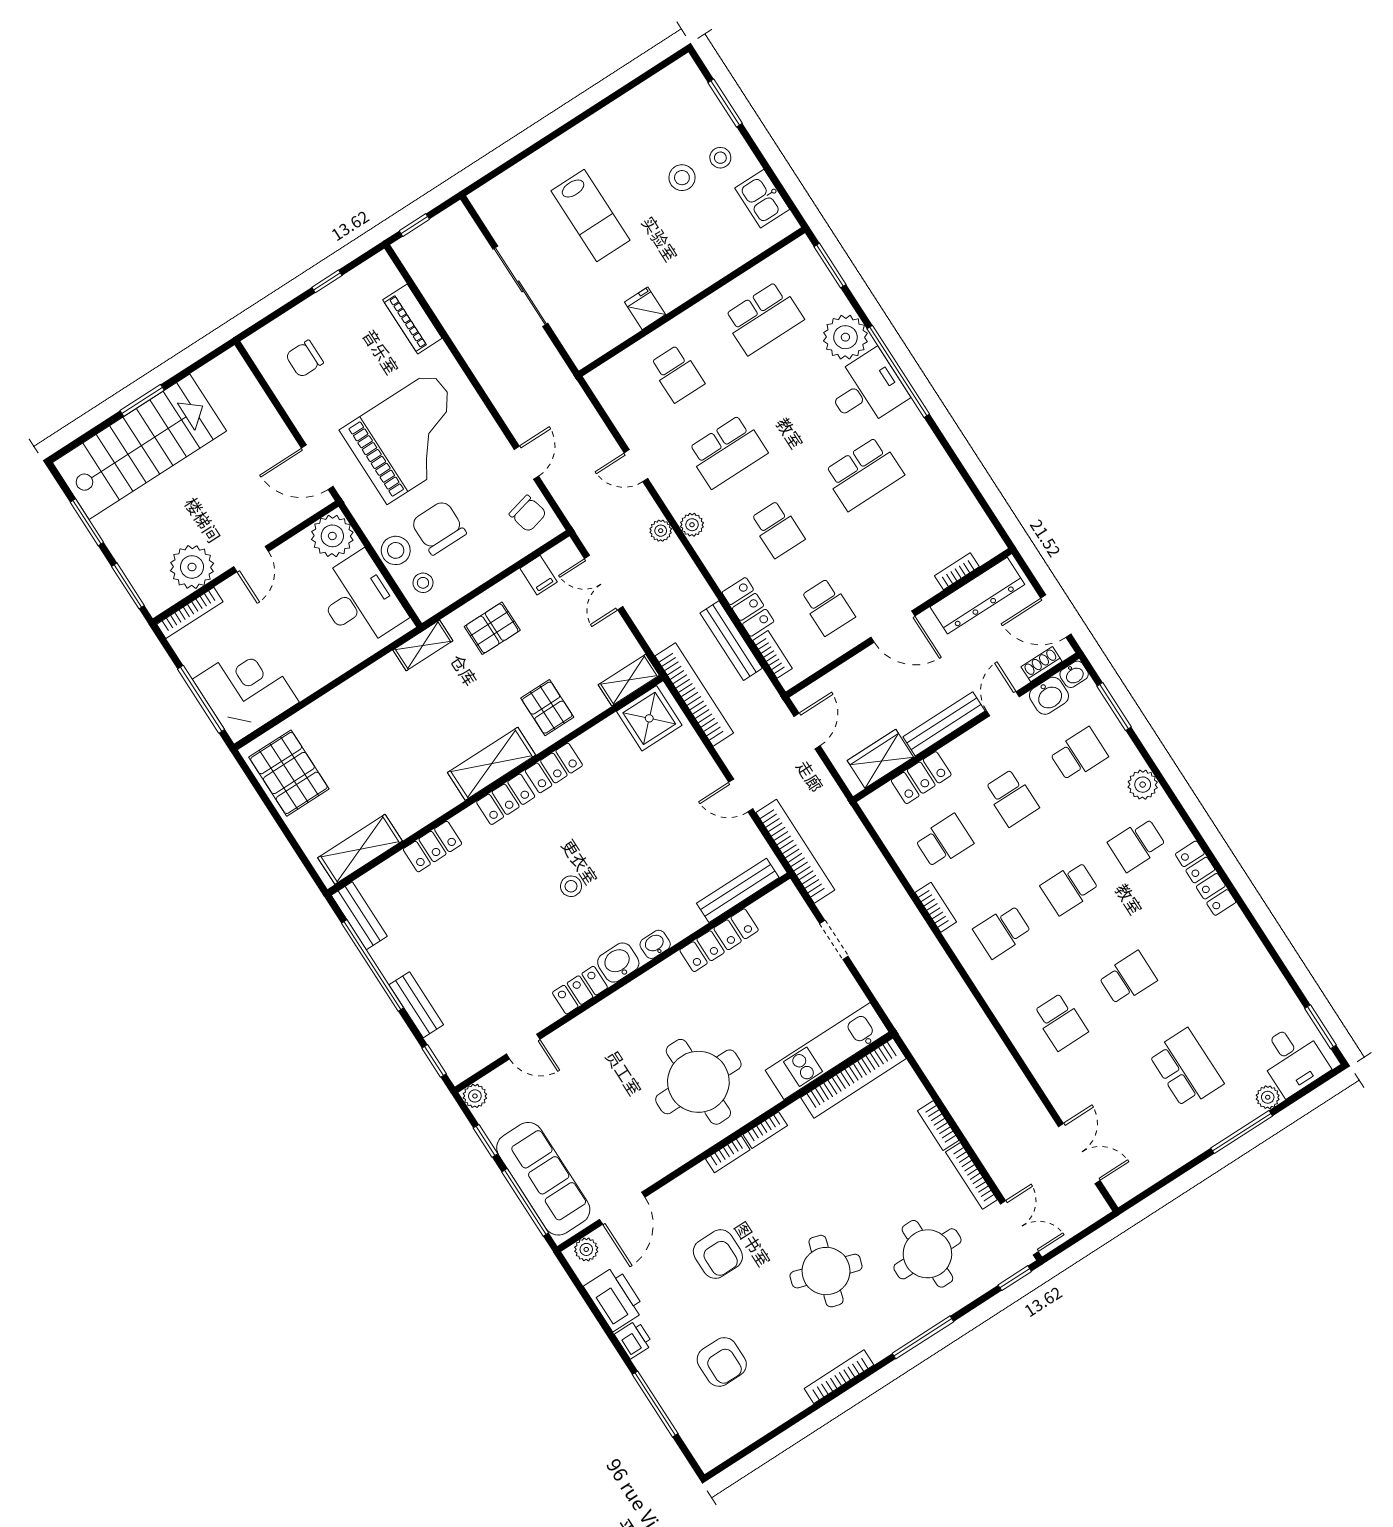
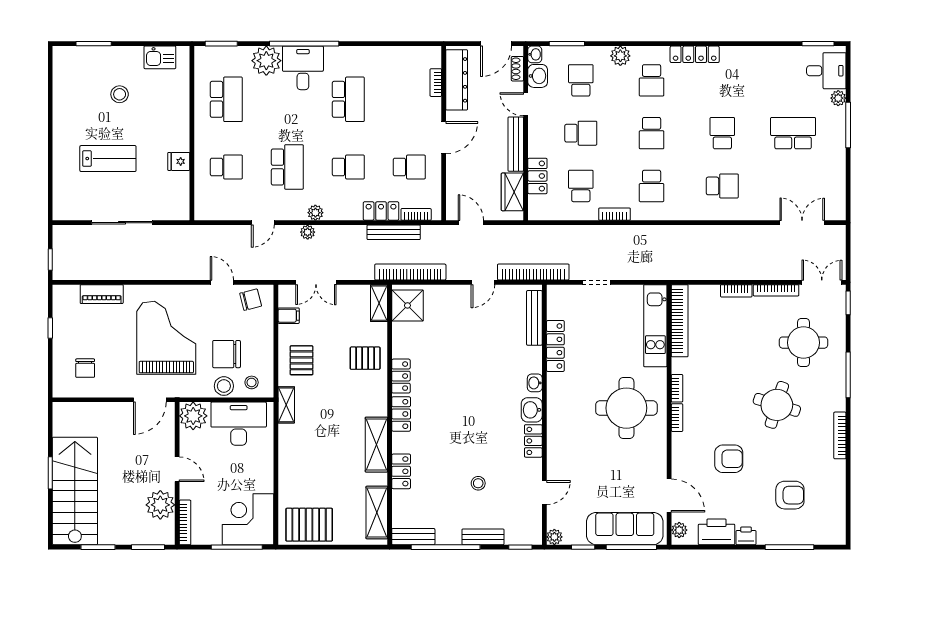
stool: (720, 158) -> (122, 66), removed
shelving: (492, 764) -> (376, 445), moved
stool: (571, 886) -> (478, 483), moved

